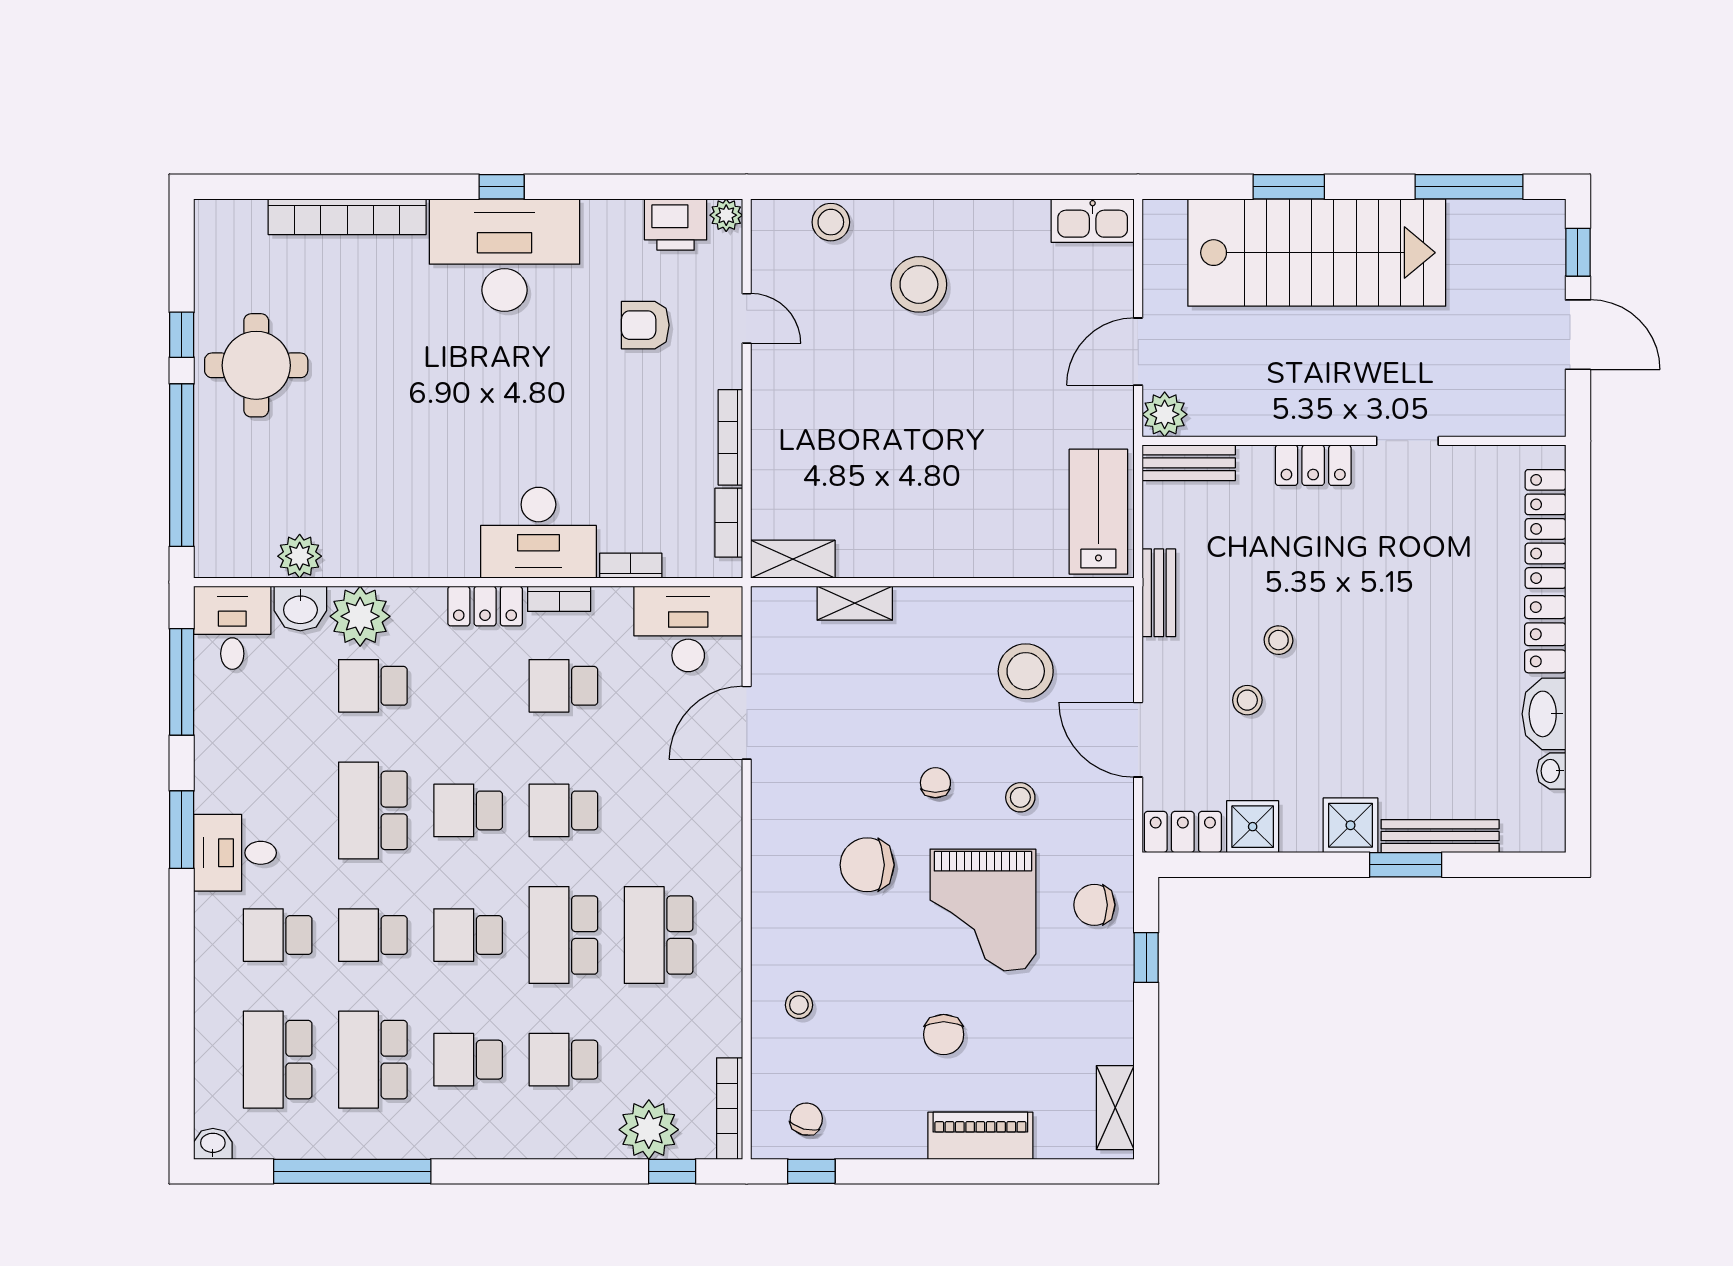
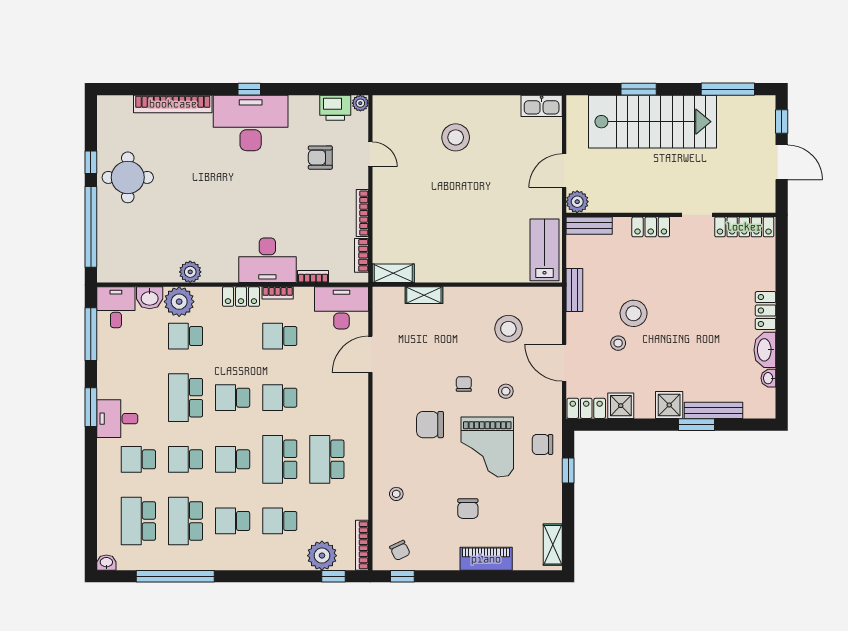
stool: (831, 222) -> (412, 107), removed
locker: (1546, 529) -> (744, 227), moved, turned -90
plant: (300, 556) -> (190, 272), moved
stool: (1278, 640) -> (634, 313), width x1.89, depth x1.89
chair: (806, 1119) -> (400, 550), turned 140

